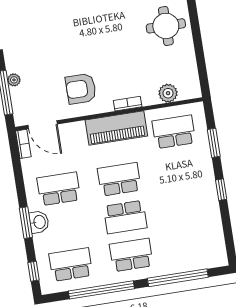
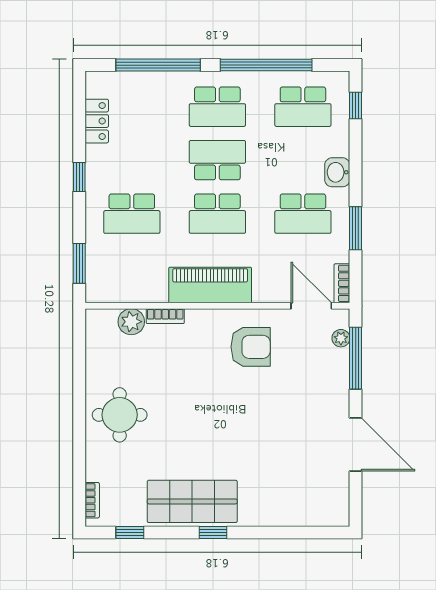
plant: (14, 80) -> (341, 338), moved
bookcase: (128, 104) -> (165, 316), moved
school desk: (174, 132) -> (132, 214), moved
window: (214, 143) -> (79, 263), moved
window: (26, 223) -> (356, 228), moved
locker: (215, 231) -> (97, 121), added

